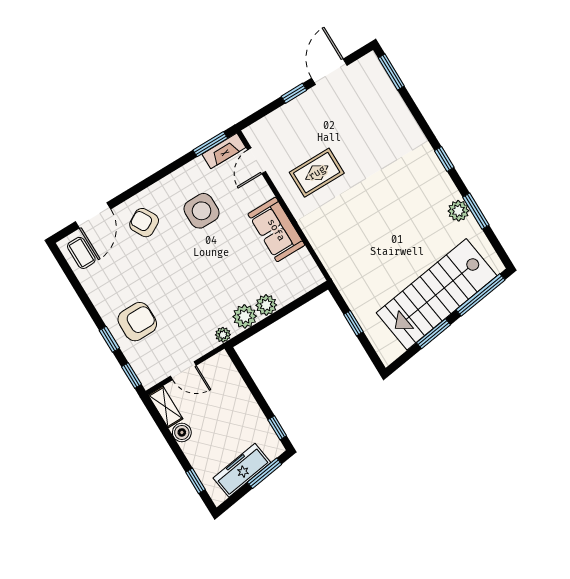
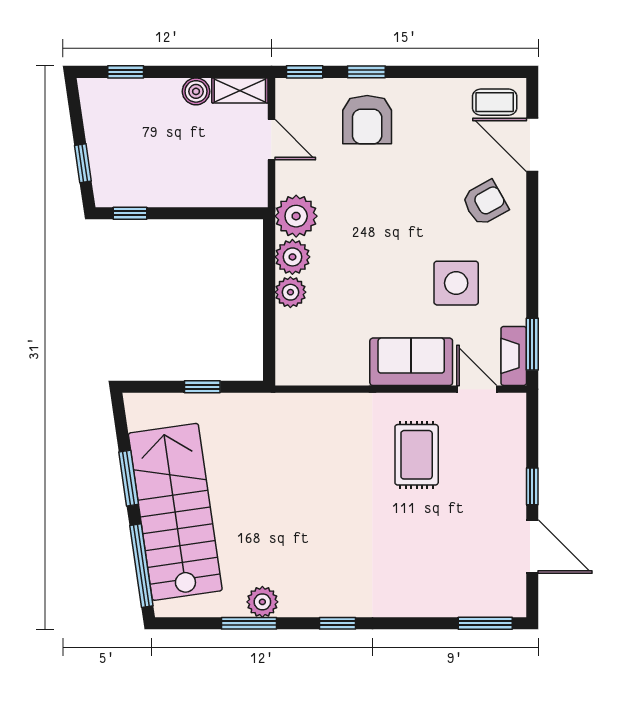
sofa: (276, 230) -> (411, 362), moved
plant: (223, 335) -> (296, 216), width x1.88, depth x1.88
door: (183, 371) -> (271, 140), swing flipped
freezer: (242, 470) -> (104, 137), removed
window: (265, 473) -> (83, 163), width x0.67

